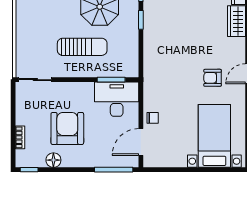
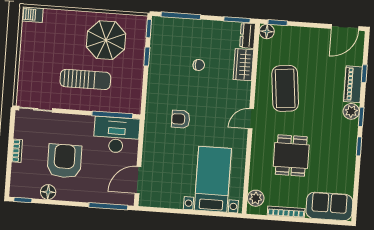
armchair: (213, 78) -> (181, 119), moved
window: (111, 80) -> (112, 115), width x1.44
chair: (153, 118) -> (199, 65), moved
bookcase: (20, 137) -> (17, 151), moved

